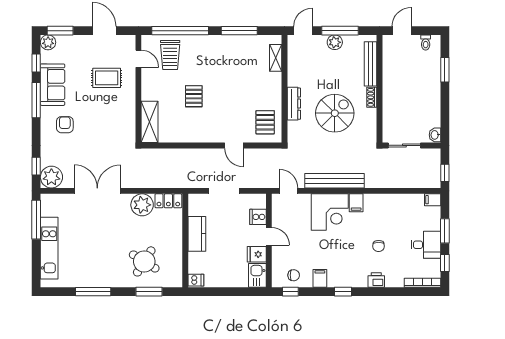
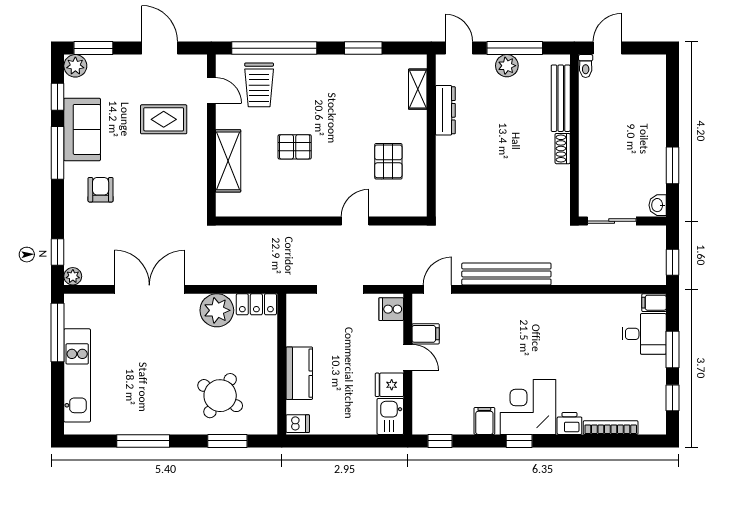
window: (239, 31) -> (363, 48), width x0.69
door: (303, 31) -> (459, 48), hinge flipped
toilet: (426, 42) -> (586, 66), moved
window: (445, 70) -> (673, 165), moved
pallet: (194, 96) -> (295, 147), turned 90
dresser: (294, 104) -> (445, 110), moved
spiral stairs: (335, 113) -> (507, 172), removed
shelving: (150, 122) -> (228, 161), moved
pallet: (265, 122) -> (388, 161), moved
door: (234, 145) -> (355, 221), swing flipped
plant: (51, 177) -> (73, 276), width x0.53, depth x0.53
door: (289, 191) -> (437, 289), hinge flipped
filing cabinet: (356, 203) -> (426, 334), moved, turned -90
corner desk: (330, 212) -> (528, 407), moved, turned 180
cooker: (258, 217) -> (391, 309), moved
kitchen counter: (197, 234) -> (299, 373), moved
desk: (426, 245) -> (644, 334), moved
chair: (379, 246) -> (573, 372), removed
chair: (294, 275) -> (445, 416), removed
bookcase: (422, 283) -> (611, 428), moved

